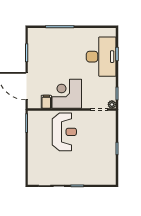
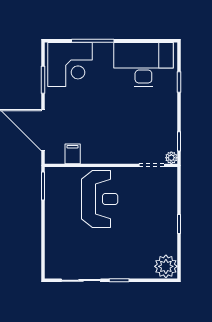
desk: (101, 57) -> (143, 65), moved, turned -90
corner desk: (67, 94) -> (70, 64), moved, turned 180
plant: (108, 177) -> (166, 266), added

